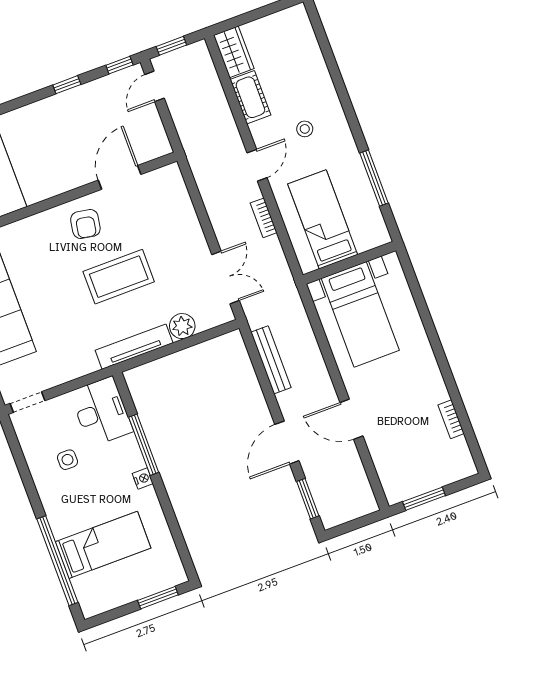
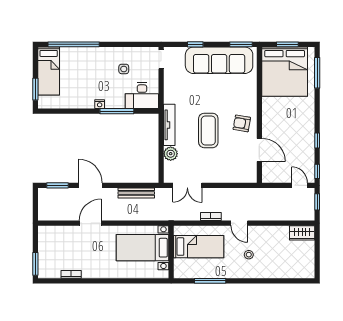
cot: (250, 97) -> (275, 233), removed
window: (424, 499) -> (35, 264), moved
bed: (103, 545) -> (49, 71), moved

